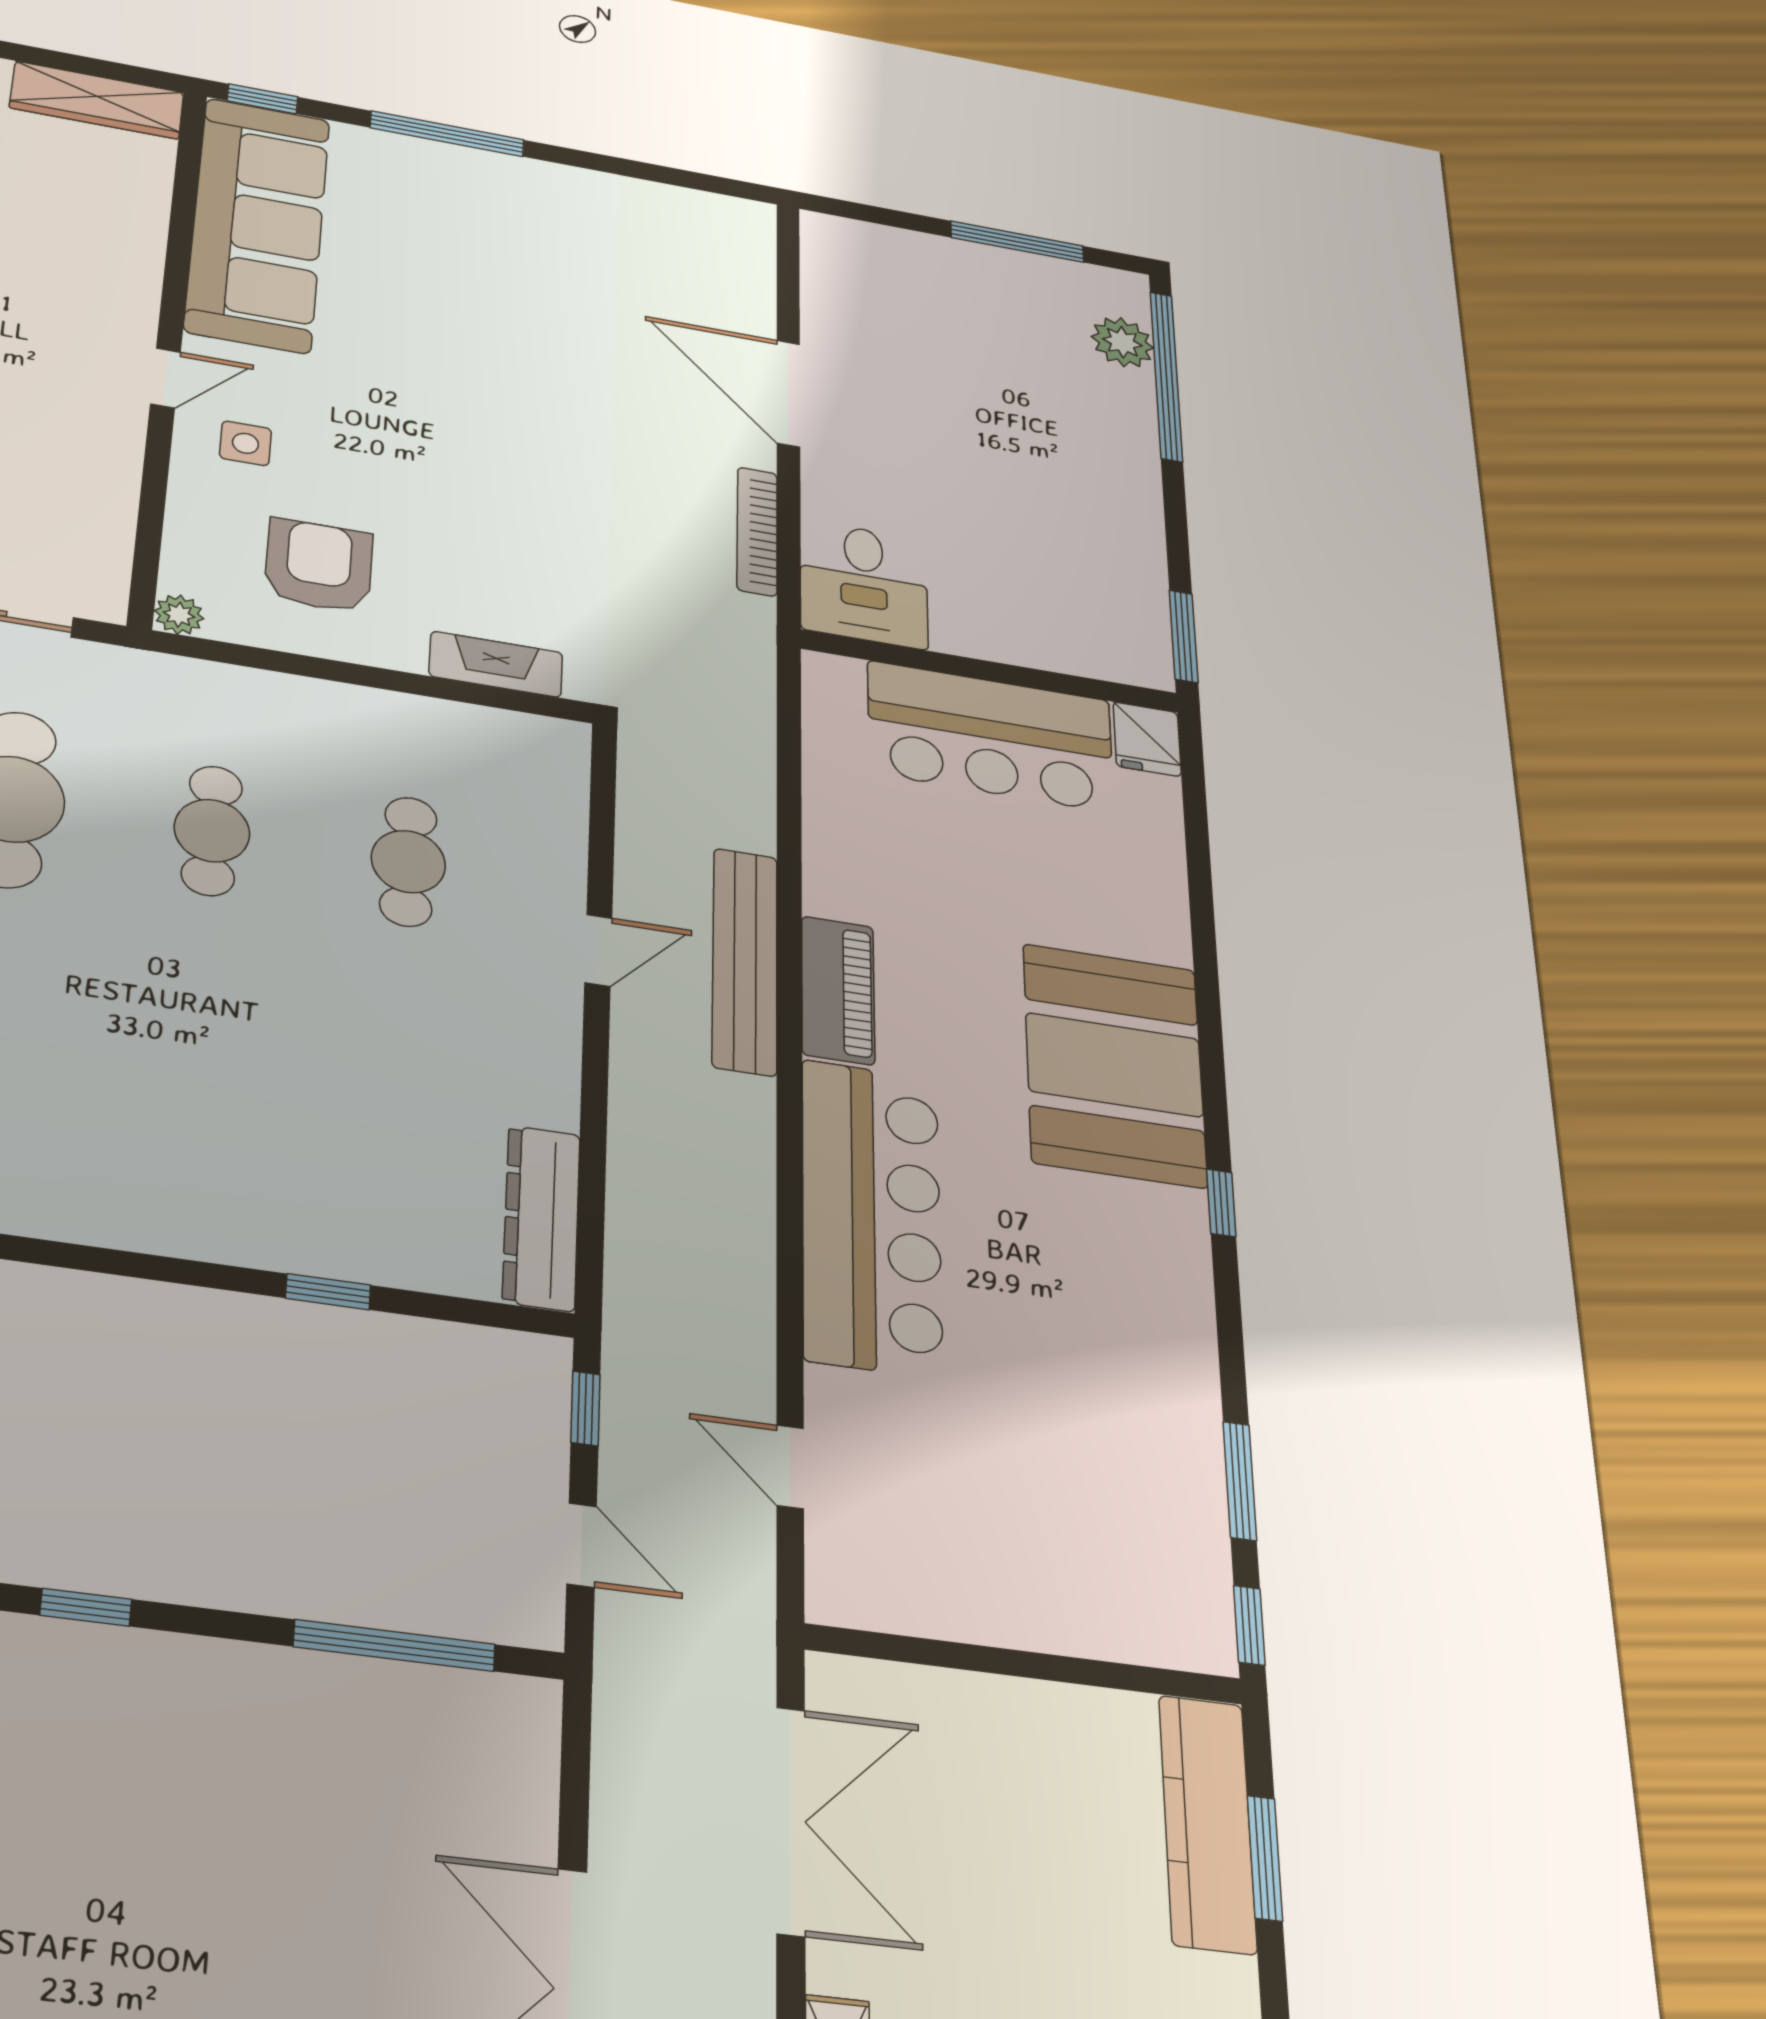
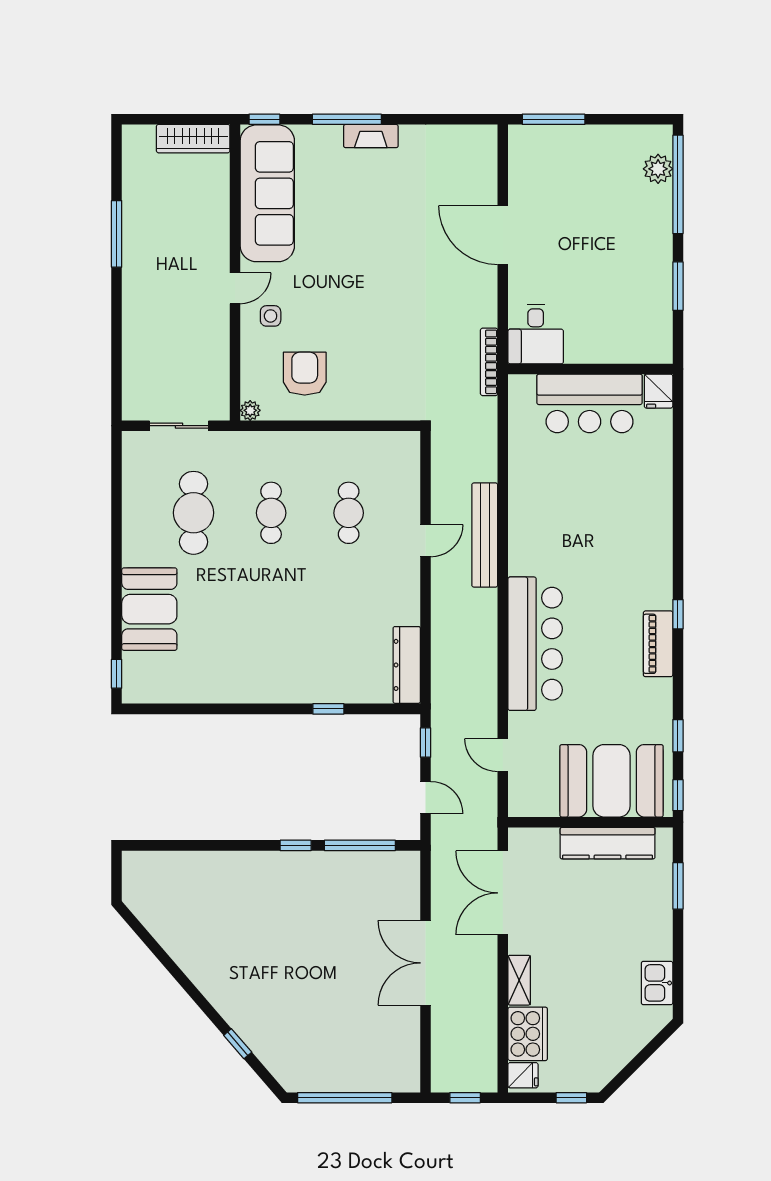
window: (1017, 242) -> (554, 119), moved
bookcase: (757, 531) -> (489, 362), moved
window: (1184, 636) -> (678, 286), moved
fireplace: (496, 664) -> (371, 136), moved, turned 180
piano: (838, 990) -> (658, 644), moved, turned 180
booth: (1114, 1065) -> (612, 781), moved, turned 90
window: (1240, 1481) -> (678, 736), width x0.67
window: (86, 1607) -> (296, 845), moved
double door: (791, 1821) -> (503, 893), swing flipped
kitchen counter: (1207, 1823) -> (608, 843), moved, turned -90

